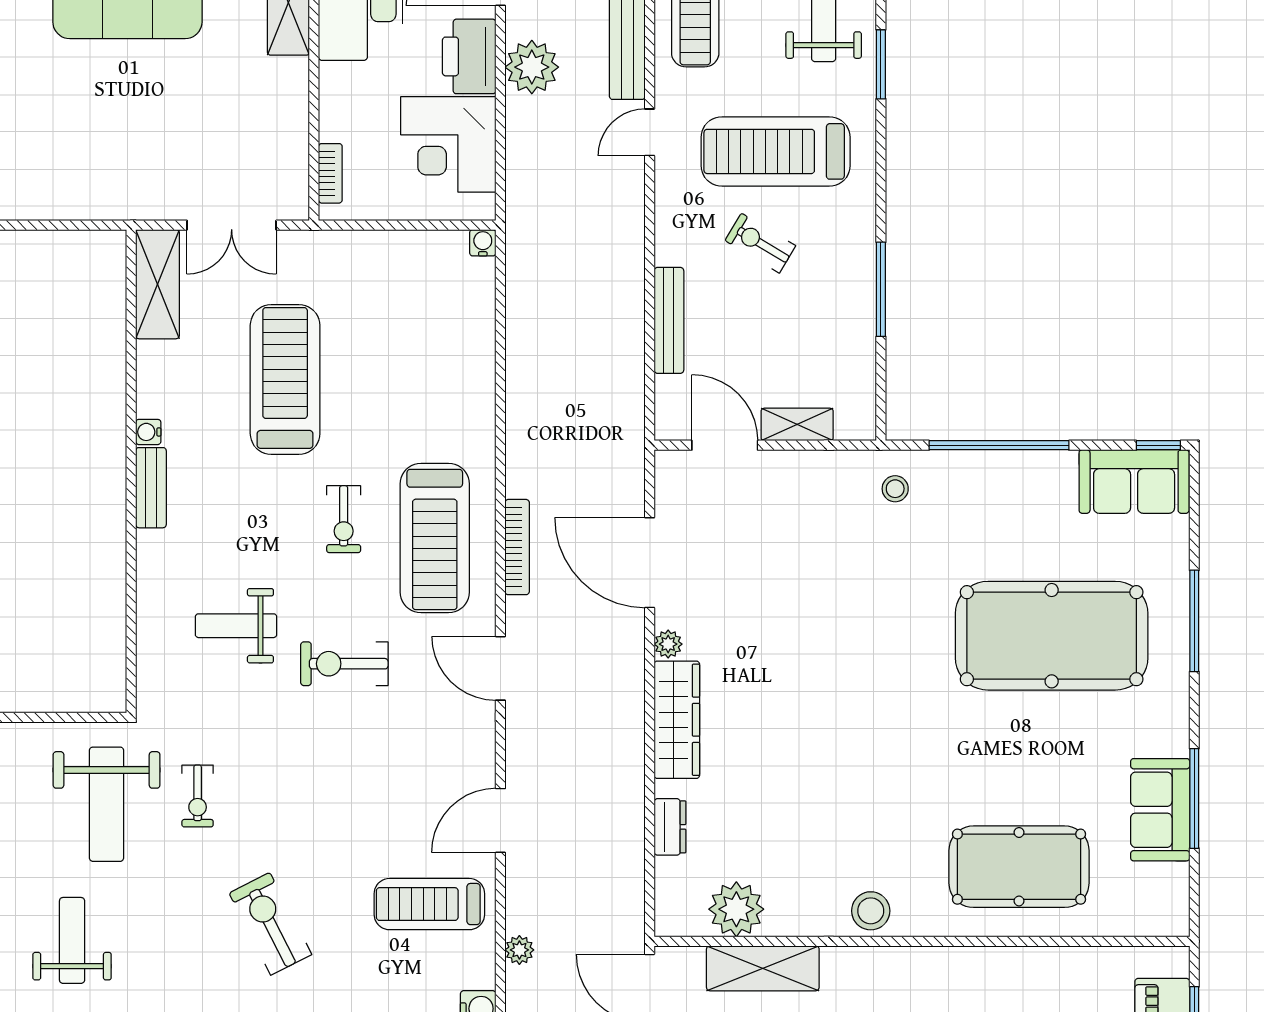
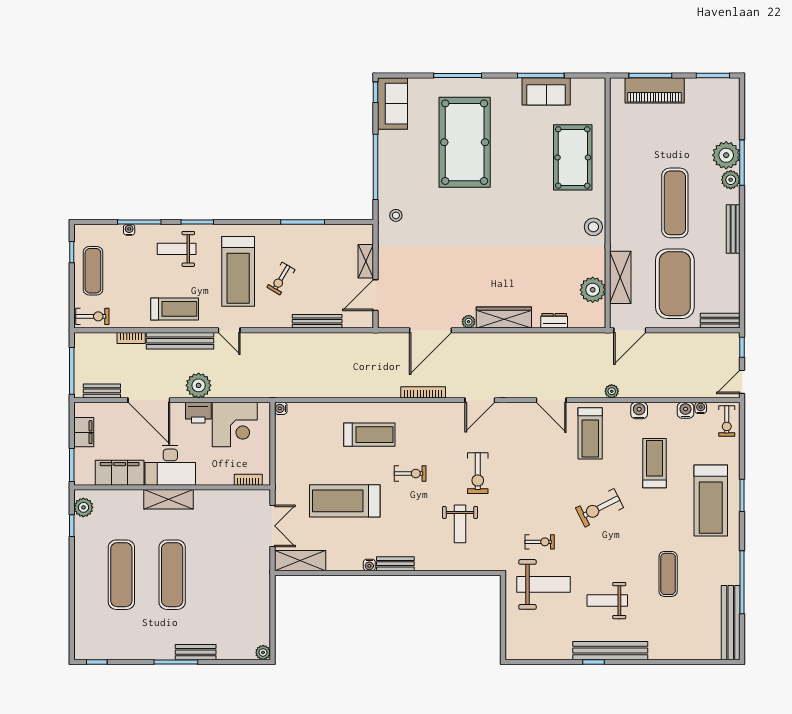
printer: (469, 56) -> (198, 413), width x0.73, depth x0.84
treadmill: (435, 538) -> (369, 435), moved, width x0.73, depth x0.73

